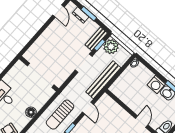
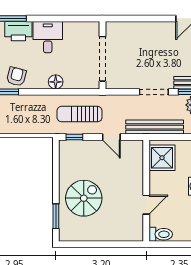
shower: (124, 90) -> (162, 158), added
door: (88, 108) -> (111, 137), hinge flipped

